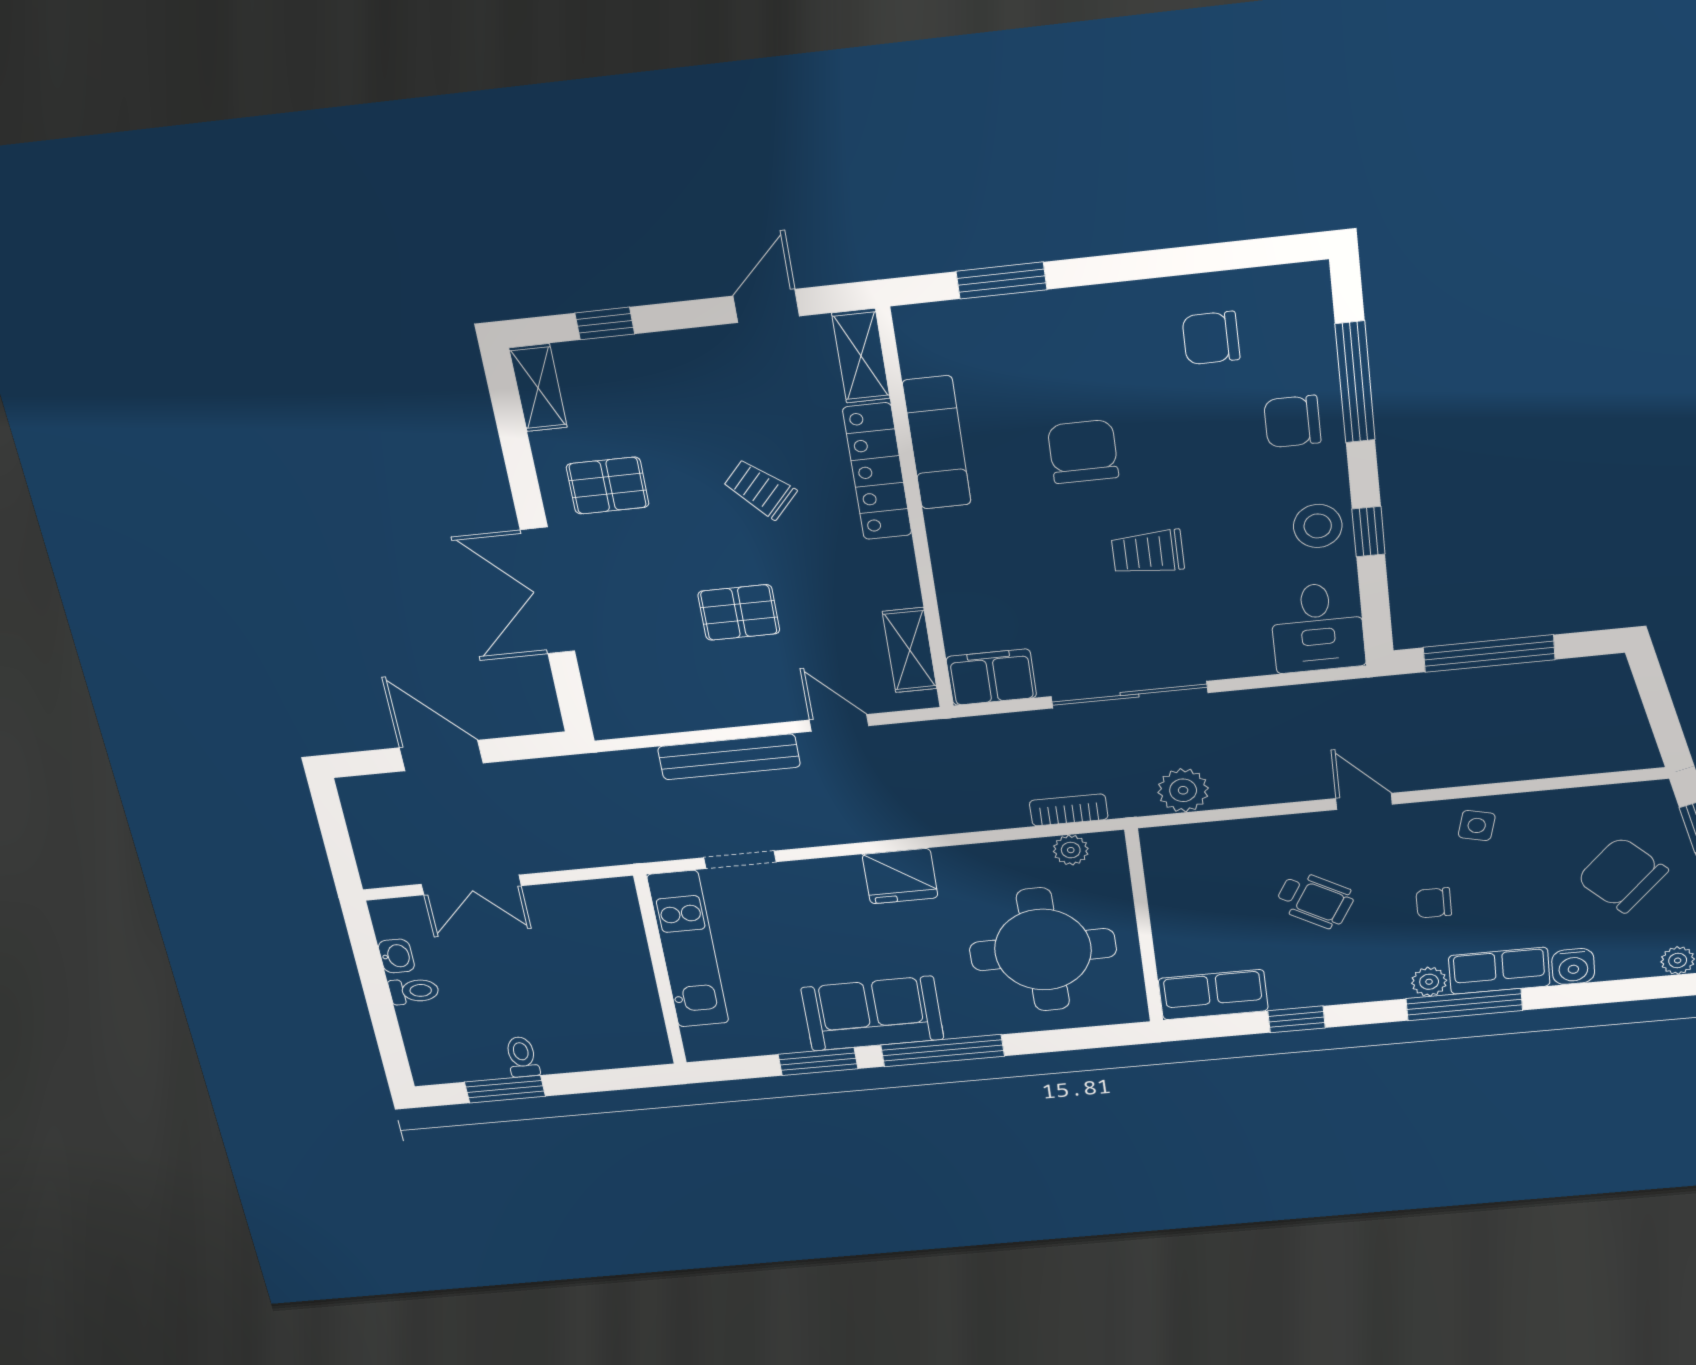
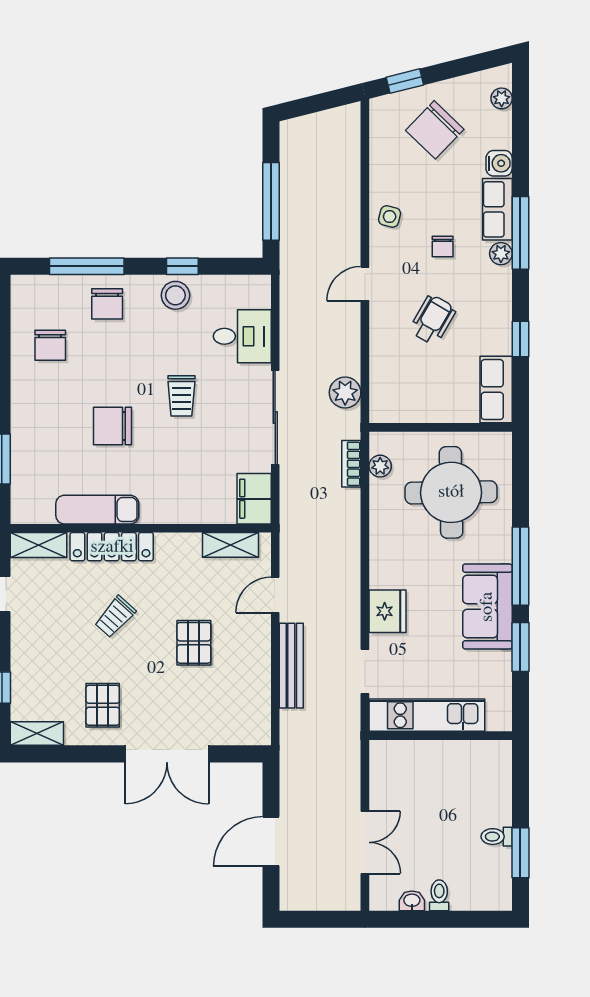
desk: (1317, 627) -> (242, 336), moved
fridge: (900, 876) -> (387, 611), moved

